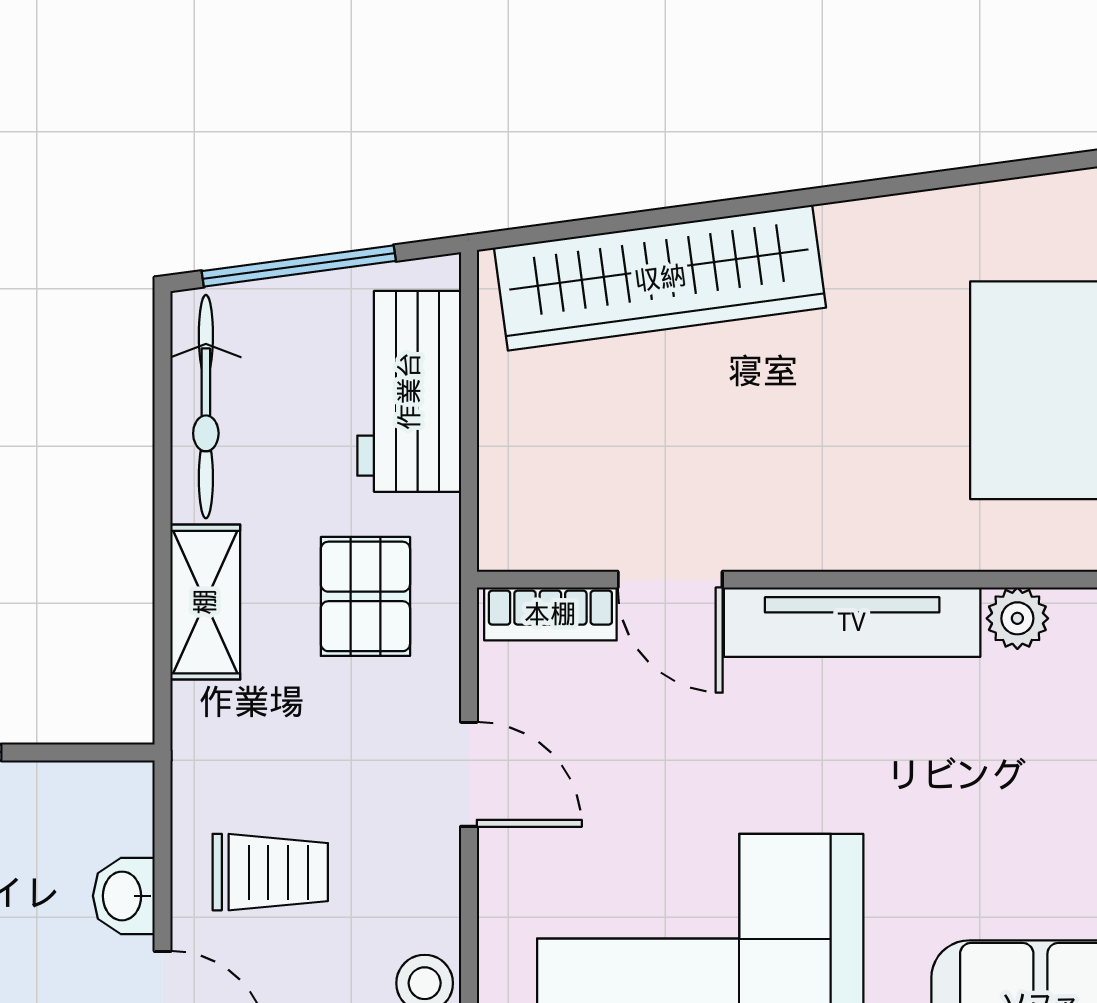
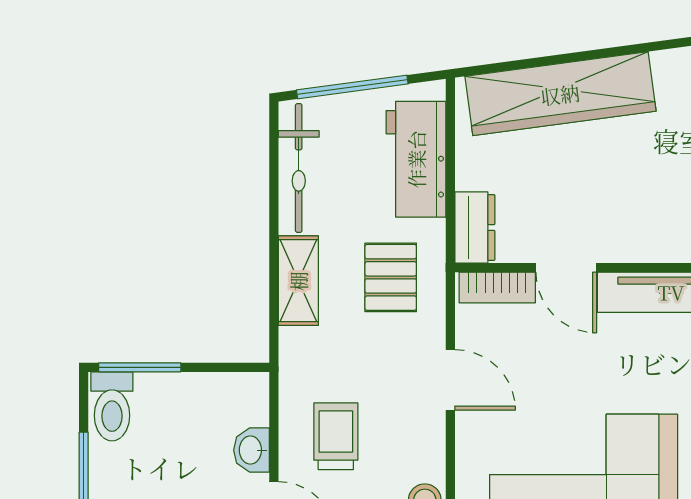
dresser: (512, 510) -> (475, 228), added
trolley: (270, 872) -> (336, 436), turned -90

